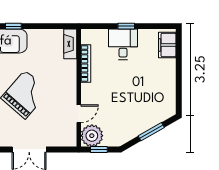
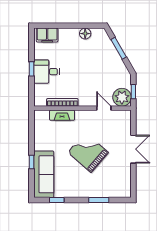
fireplace: (70, 44) -> (62, 115), moved
floor lamp: (169, 91) -> (85, 34), added

